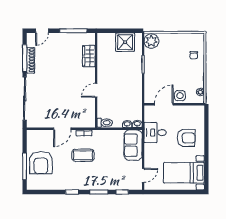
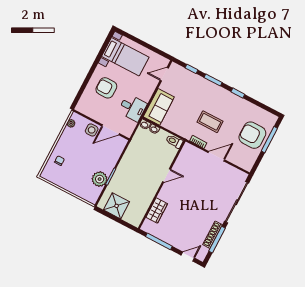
plant: (151, 41) -> (100, 179), moved
armchair: (41, 163) -> (252, 135), turned -90

